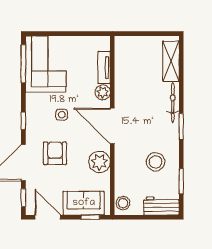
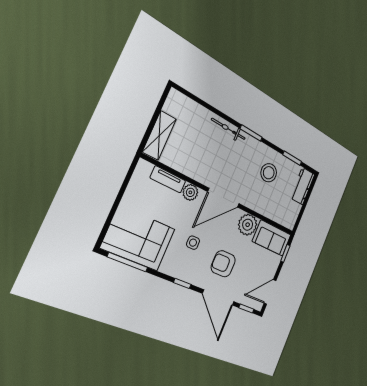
shelving: (171, 61) -> (159, 135), moved, turned 90
sofa: (84, 203) -> (272, 238), moved, turned -90
stool: (123, 203) -> (287, 219), removed

